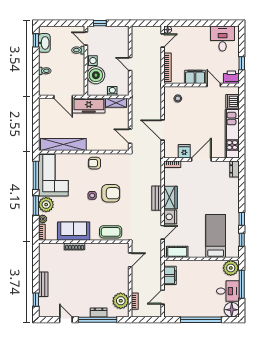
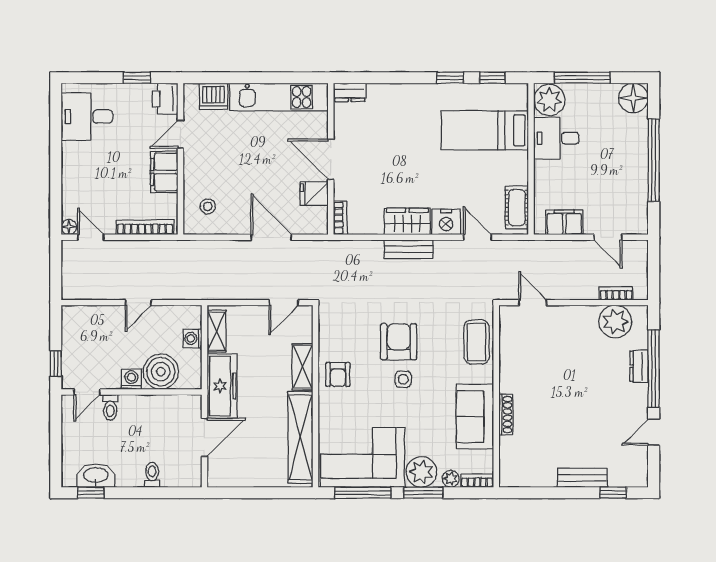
door: (163, 130) -> (271, 237), swing flipped
shelving: (98, 146) -> (303, 367), added
desk: (228, 291) -> (556, 138), moved, turned -90

